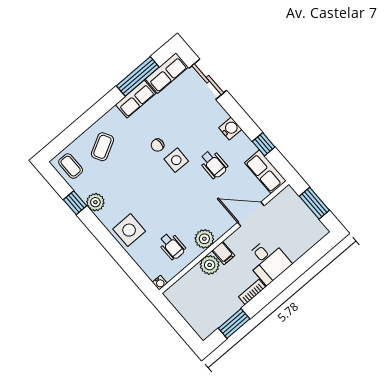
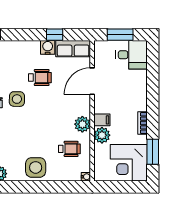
water cooler: (230, 129) -> (48, 47), moved
desk: (268, 261) -> (131, 55), moved
corner desk: (205, 310) -> (129, 163), added

